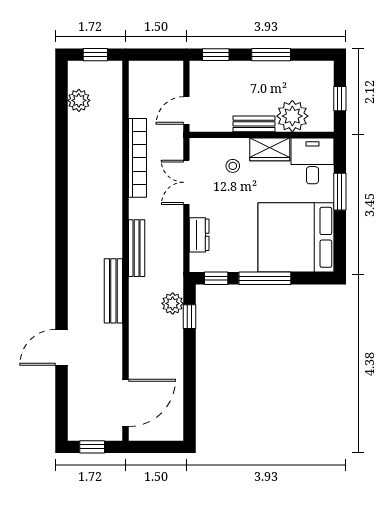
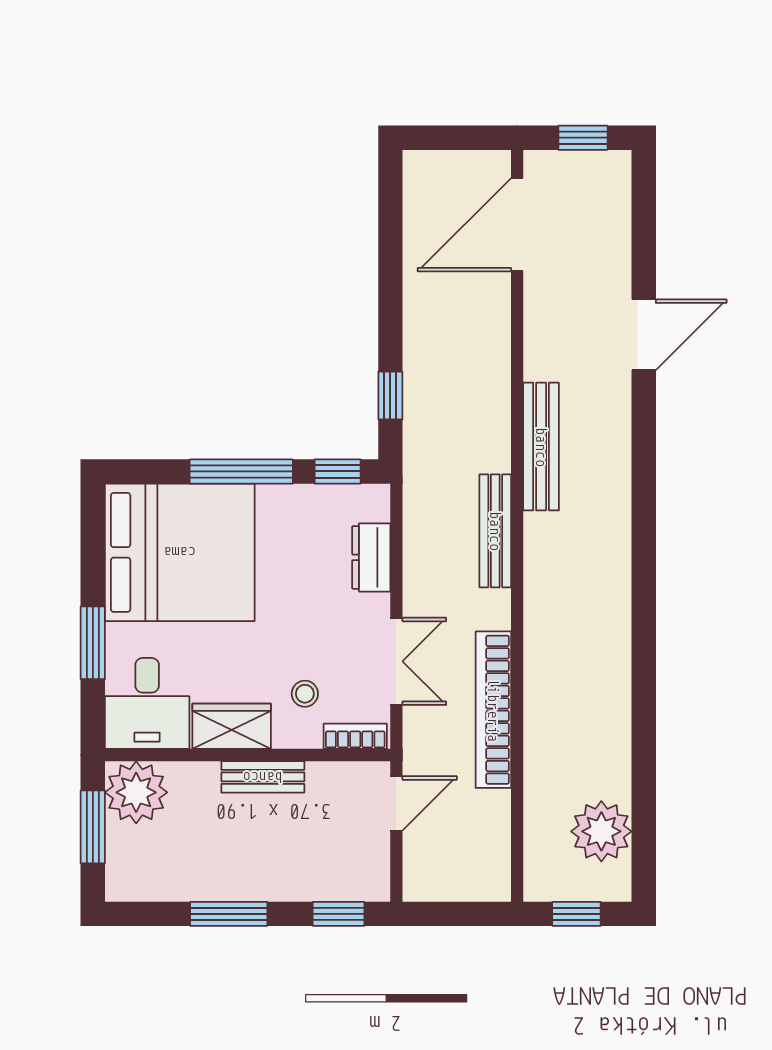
window: (340, 99) -> (93, 827), width x1.50
plant: (79, 100) -> (601, 831), width x1.36, depth x1.36
plant: (292, 116) -> (136, 792), moved
bookcase: (207, 144) -> (355, 736), added
plant: (173, 303) -> (424, 421), removed

